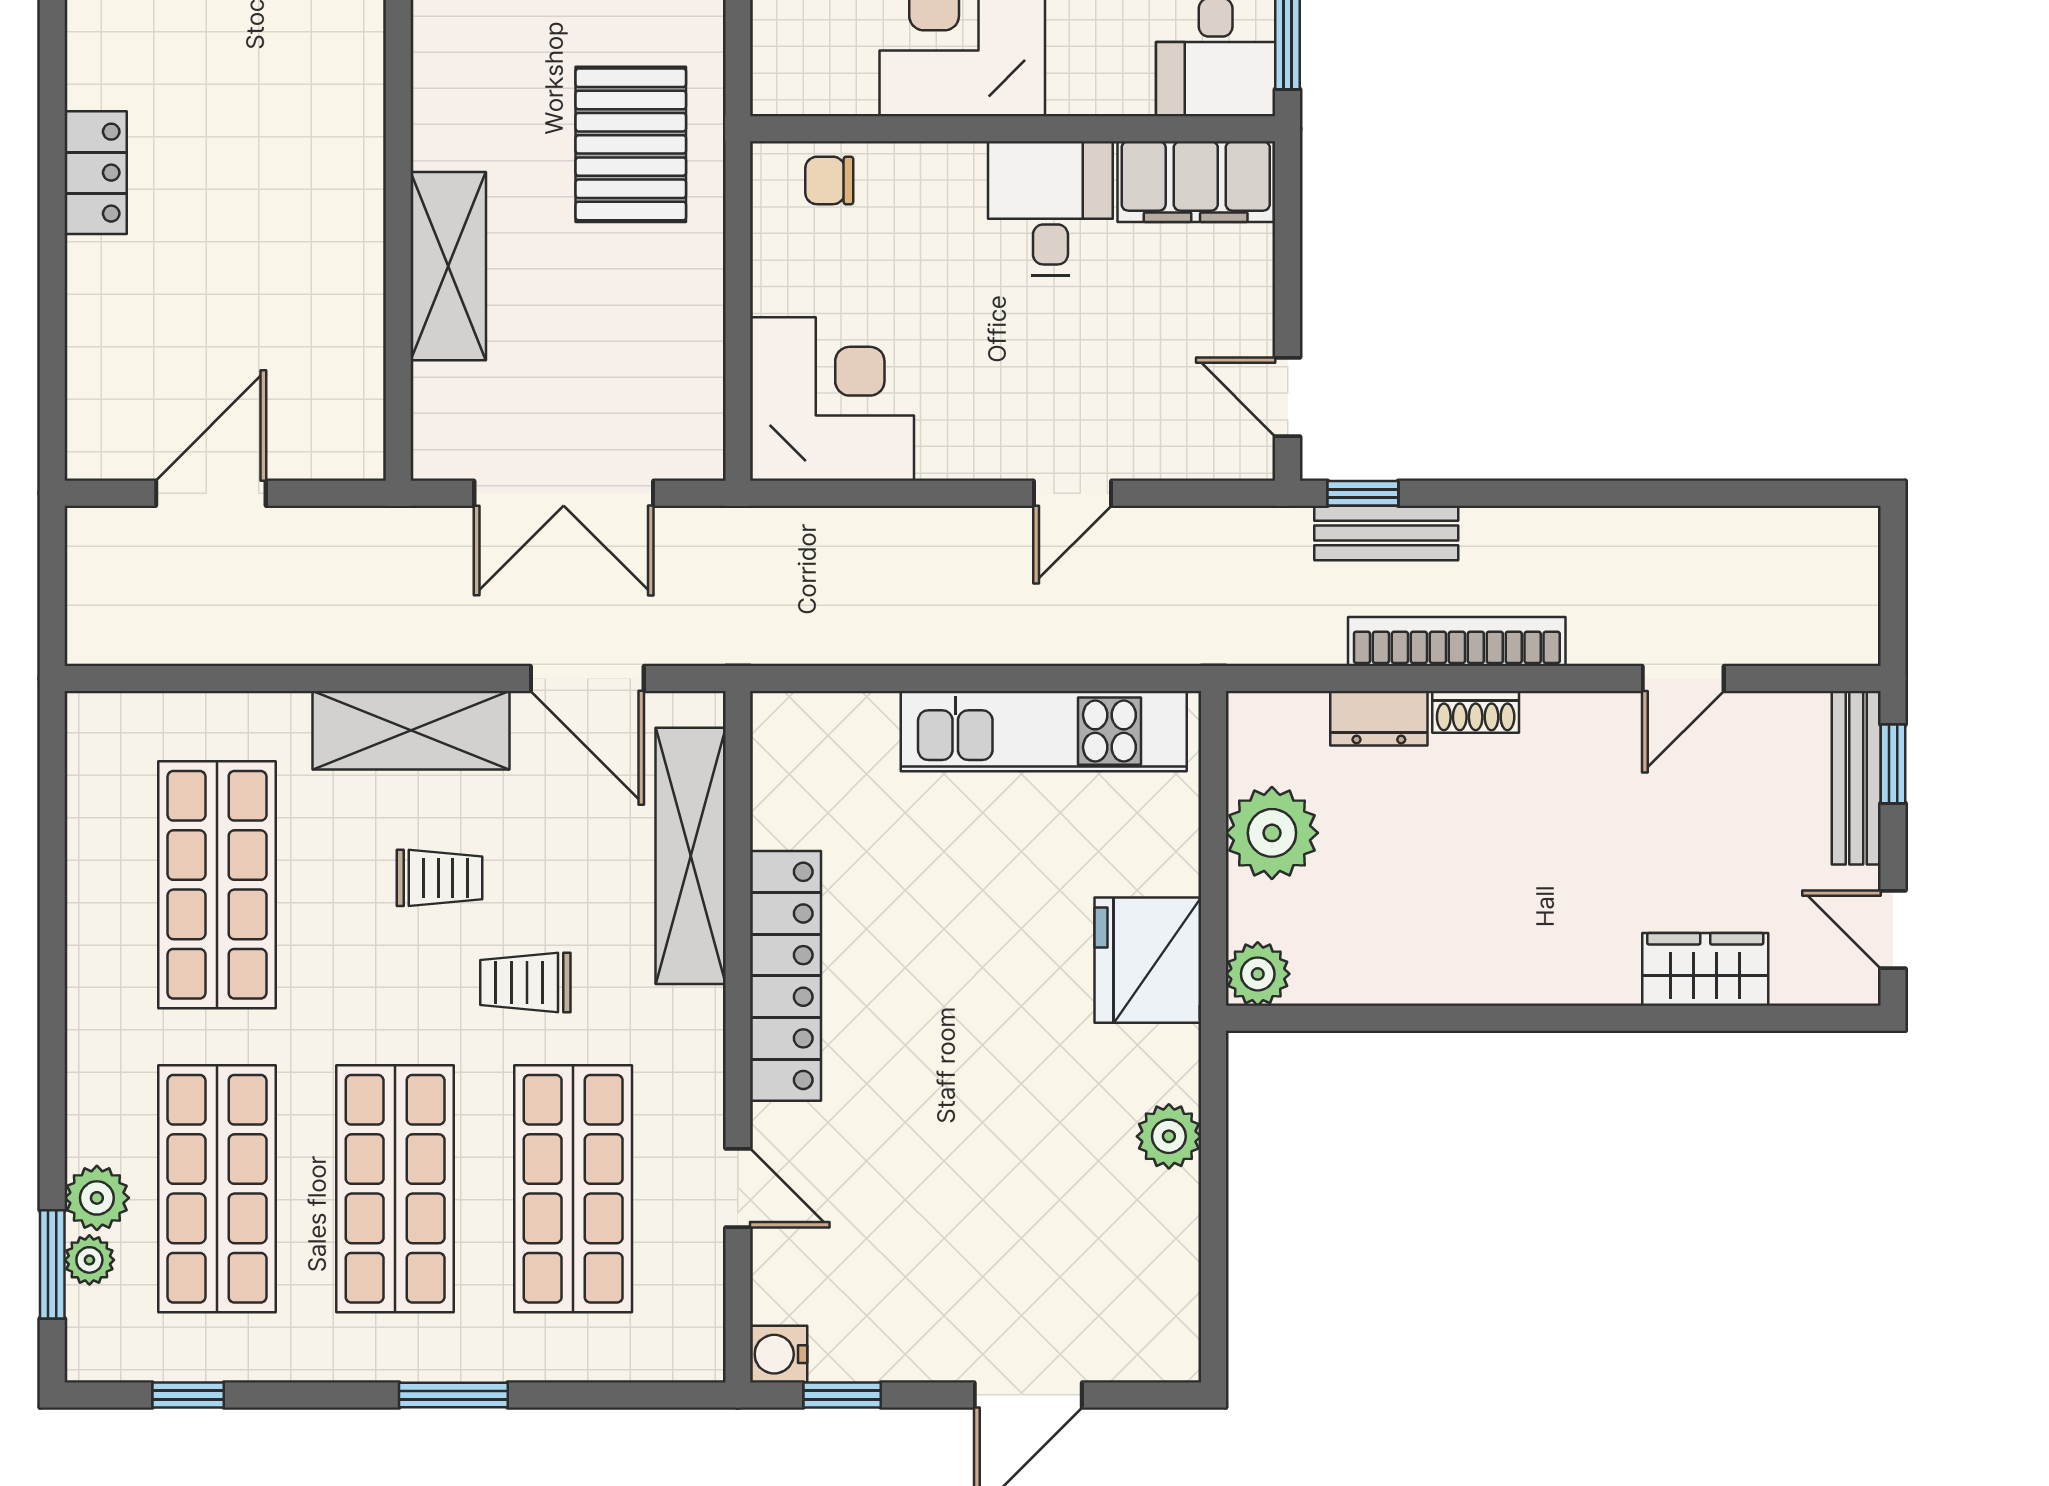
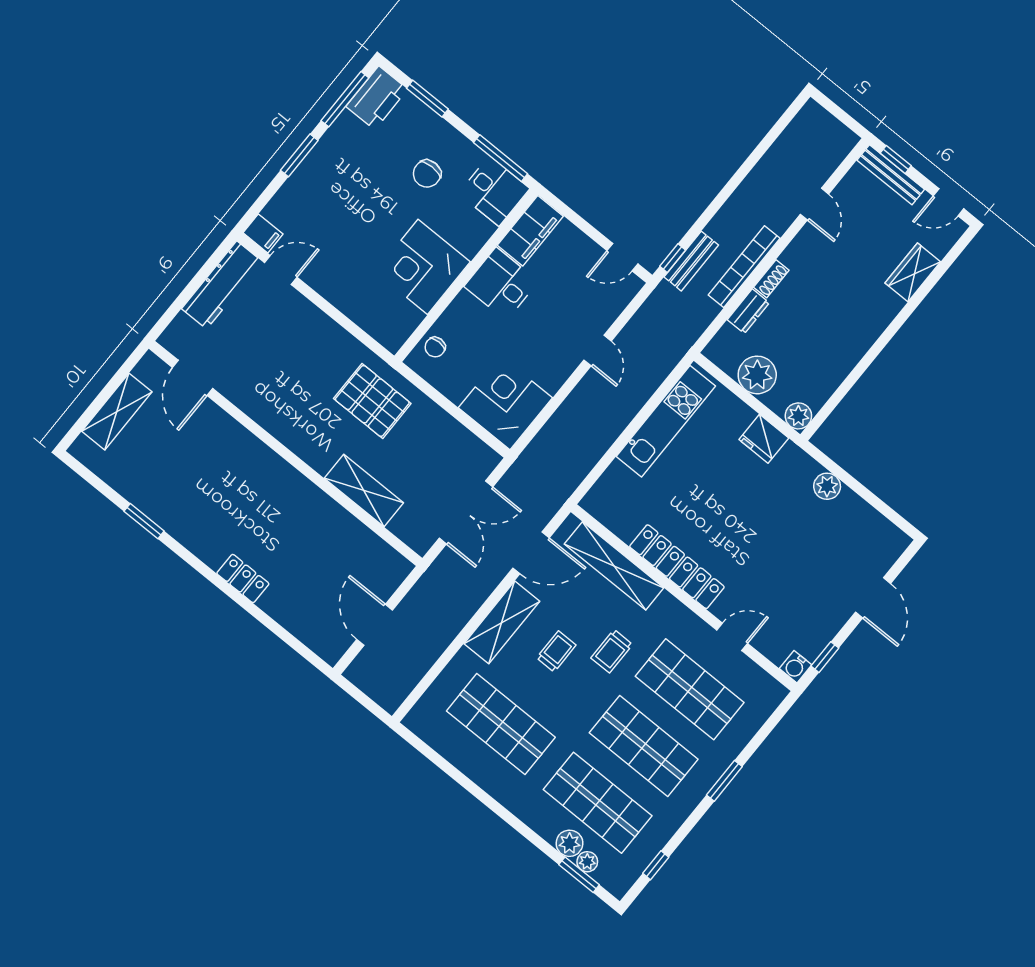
fridge: (1148, 960) -> (764, 439), width x0.73, depth x0.75

